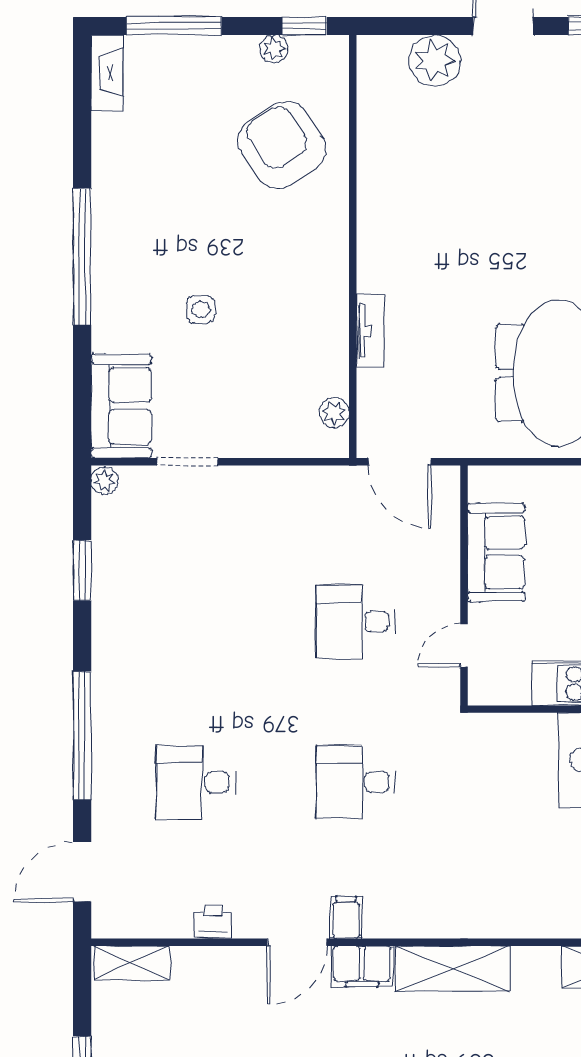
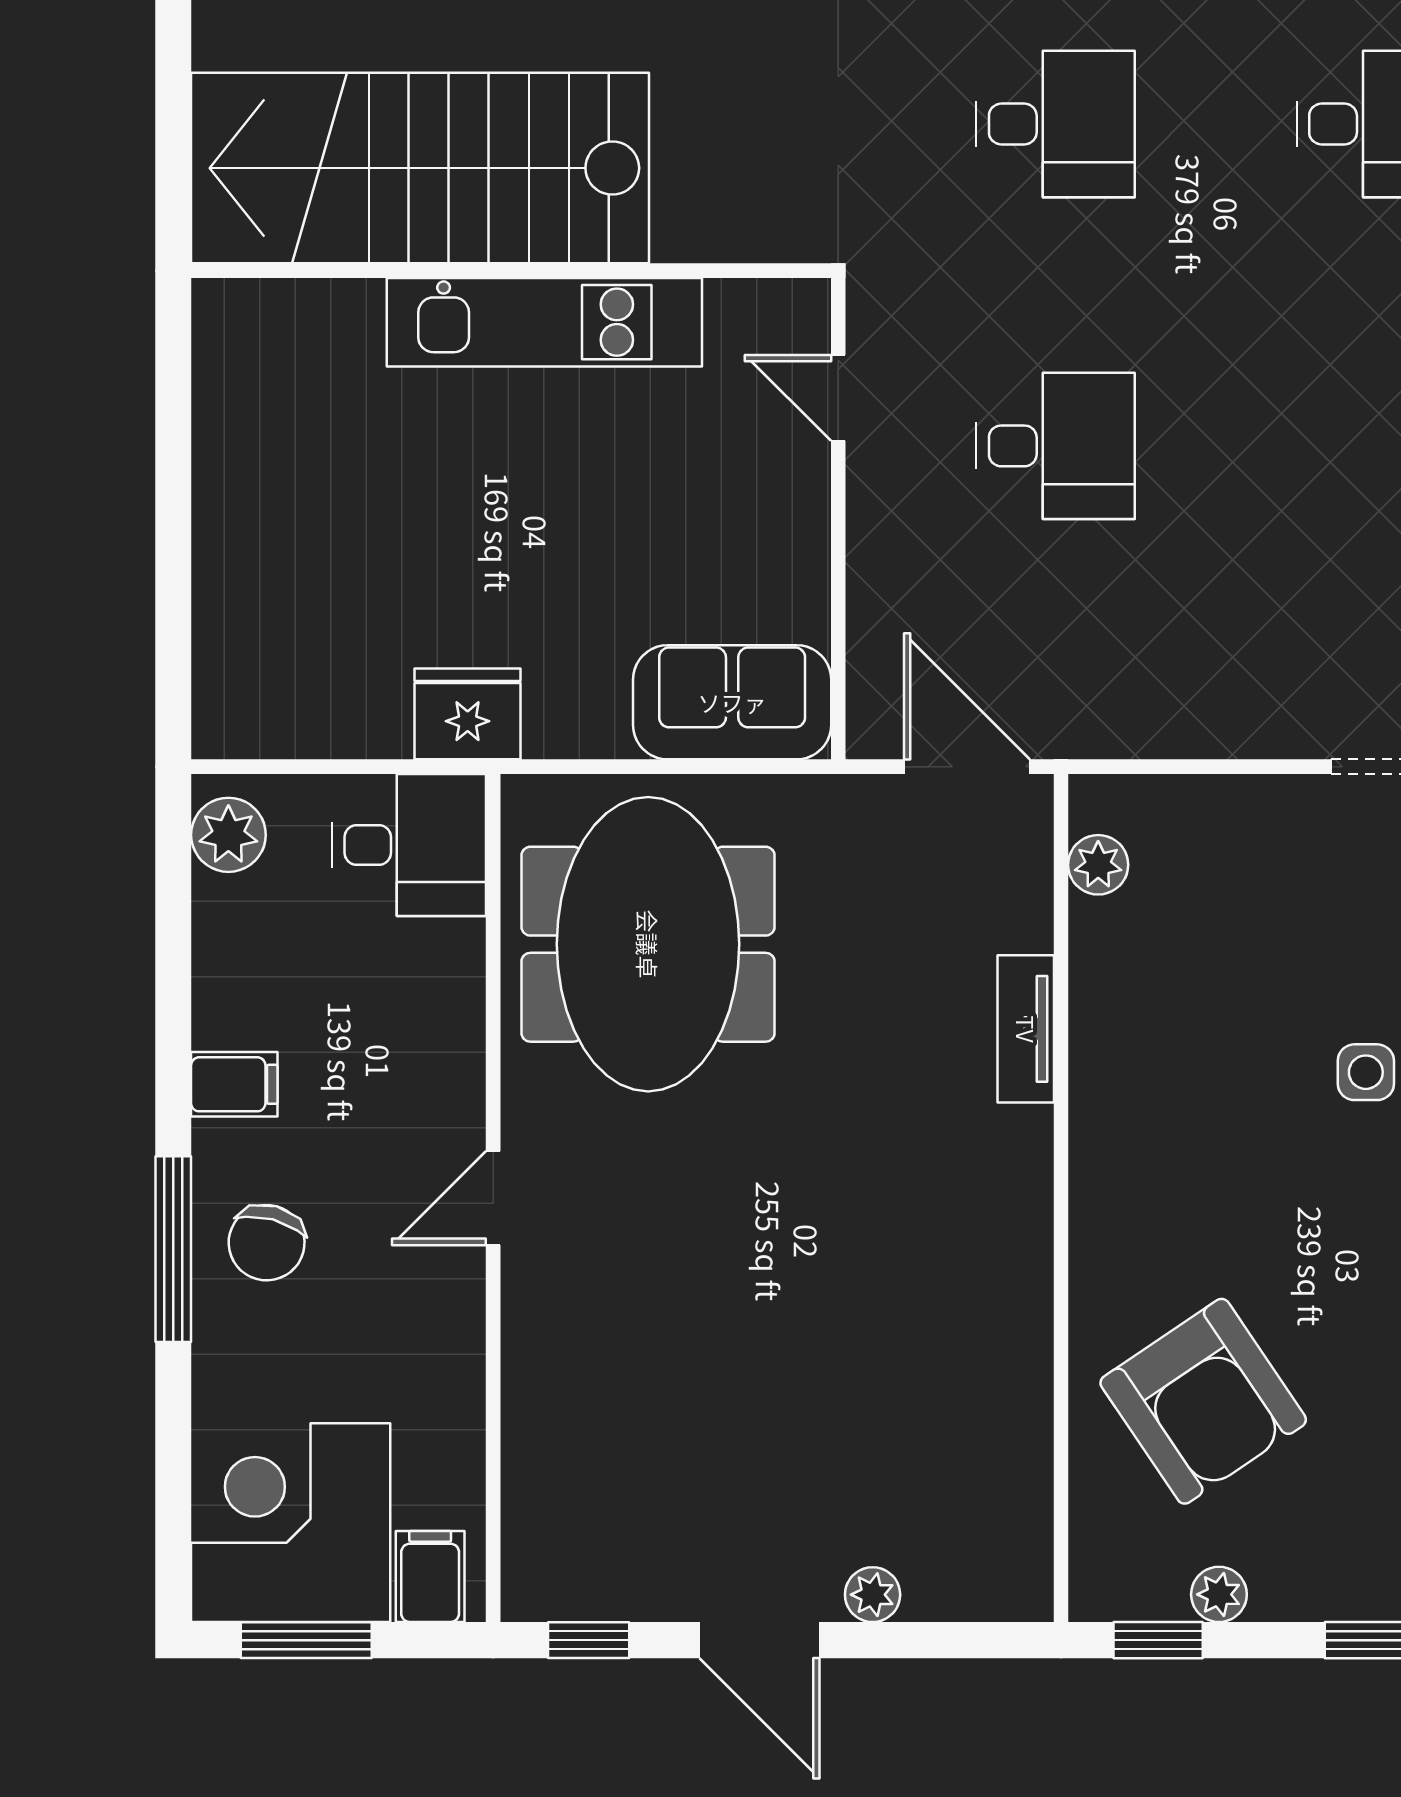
plant: (435, 61) -> (873, 1595), width x0.53, depth x0.53
sofa: (496, 552) -> (732, 702), moved, turned 90
door: (464, 646) -> (838, 398), swing flipped

